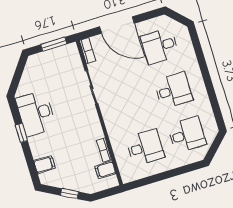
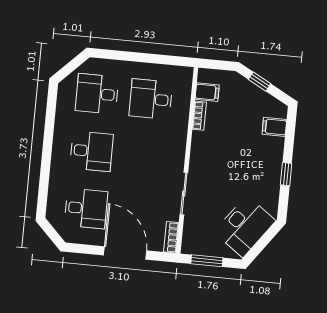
desk: (173, 90) -> (91, 151), turned 180
desk: (36, 113) -> (245, 226), moved, turned 36

